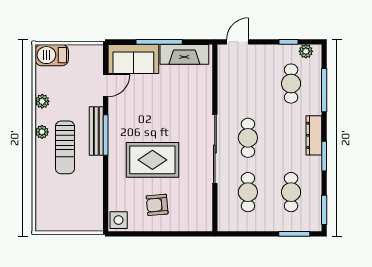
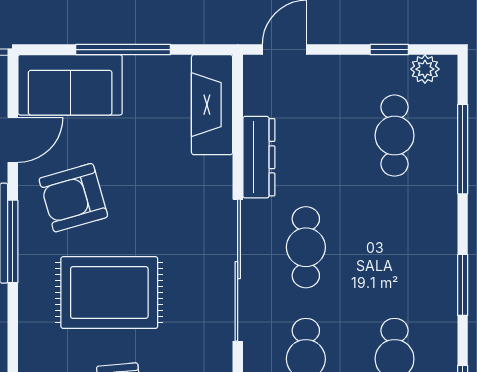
fireplace: (184, 54) -> (212, 105), moved, turned 90
armchair: (135, 114) -> (73, 198), added
dresser: (314, 135) -> (259, 157), moved, turned 180

